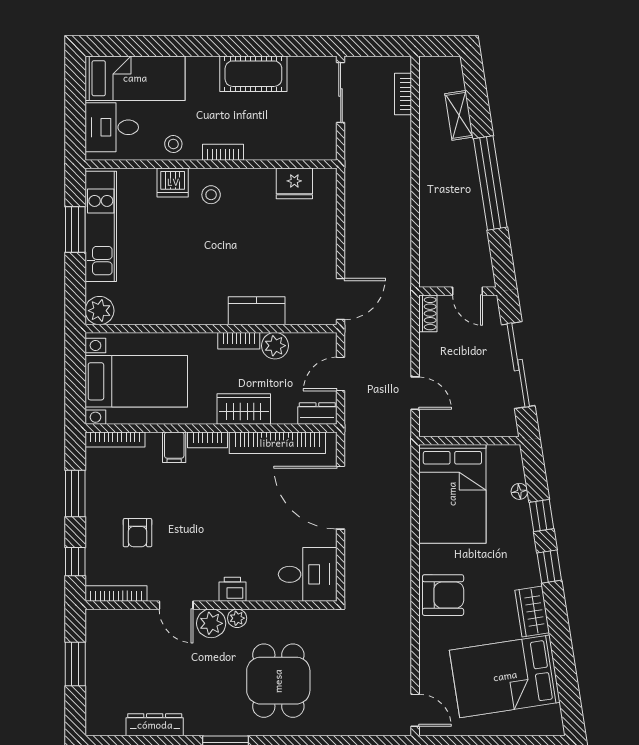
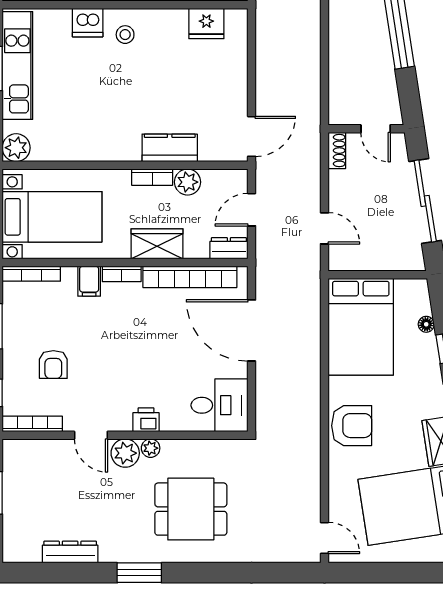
dining table: (278, 681) -> (191, 509), turned 90

